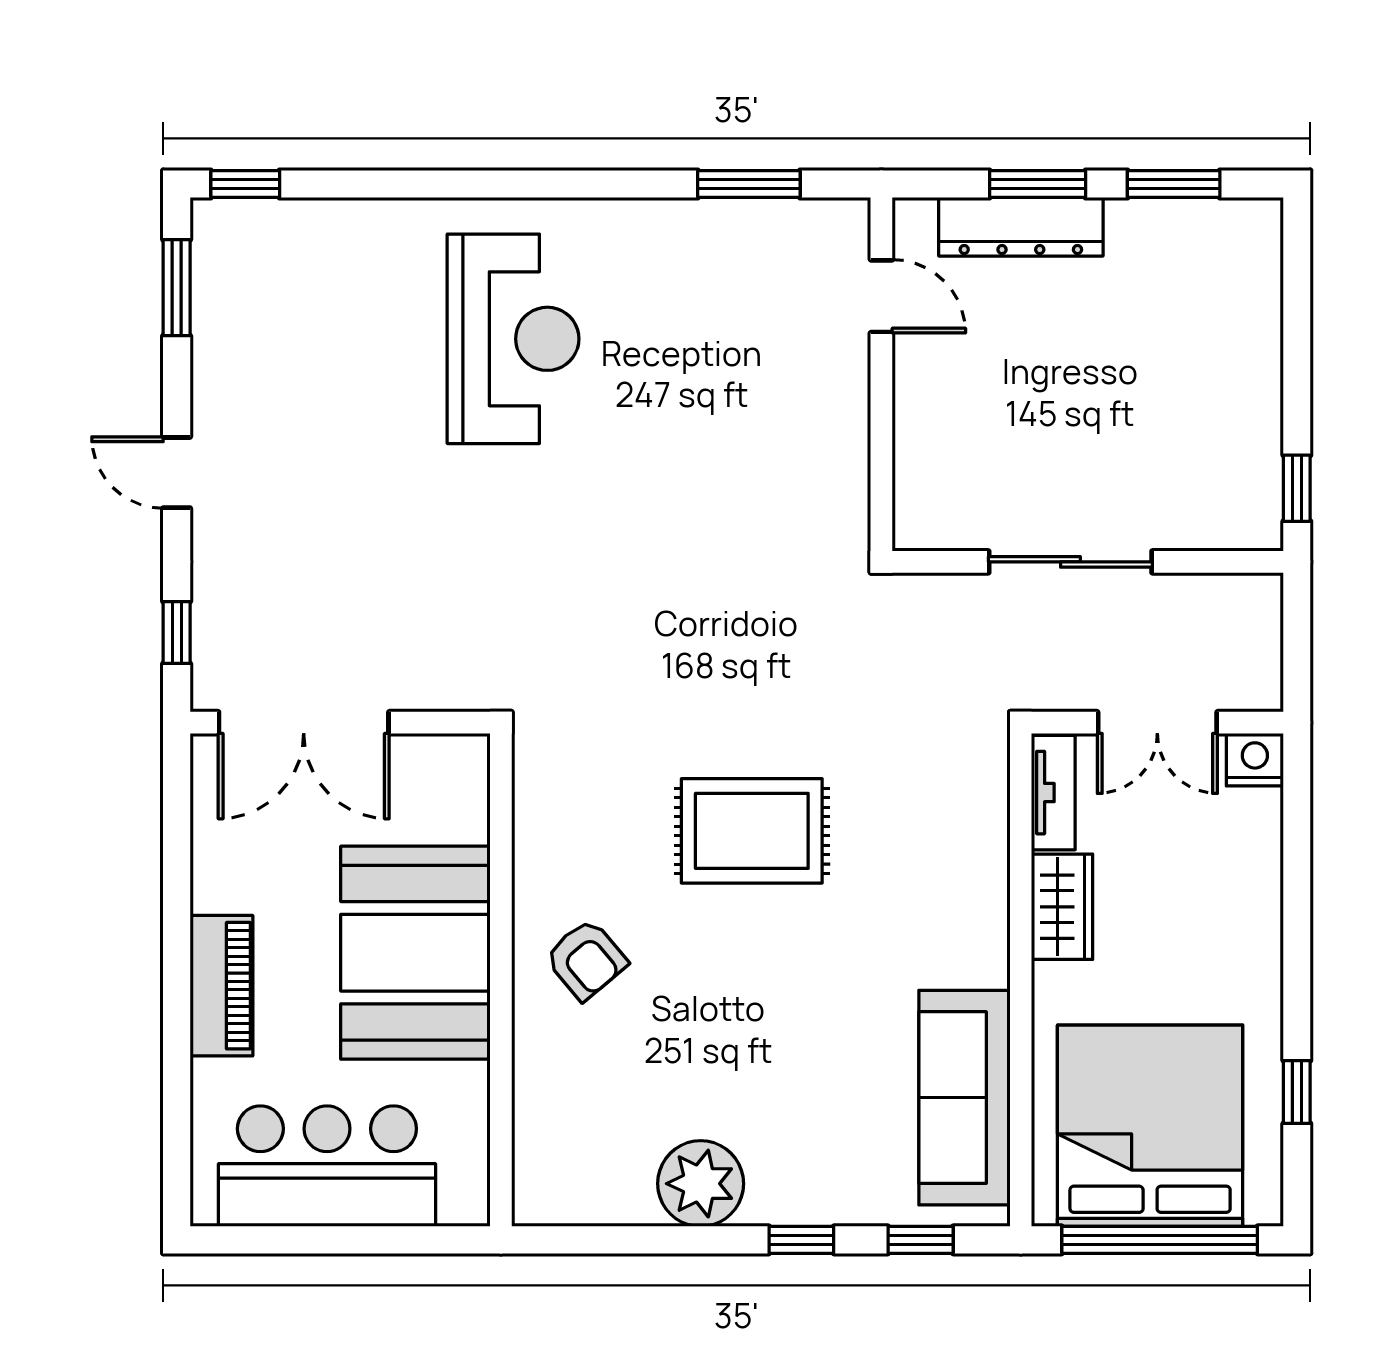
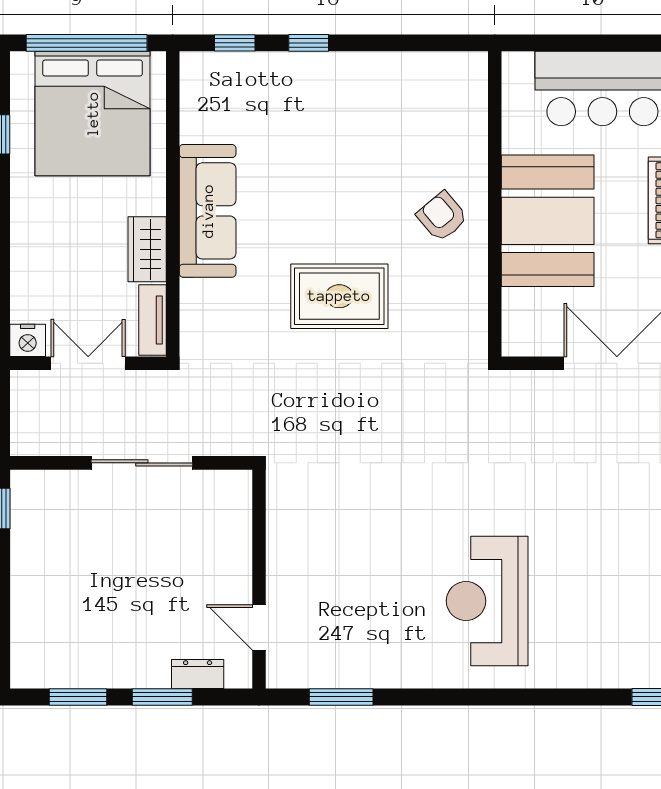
dresser: (1021, 227) -> (198, 674), width x0.51, depth x0.80
sofa: (964, 1098) -> (208, 211), moved
plant: (701, 1184) -> (371, 78), removed

